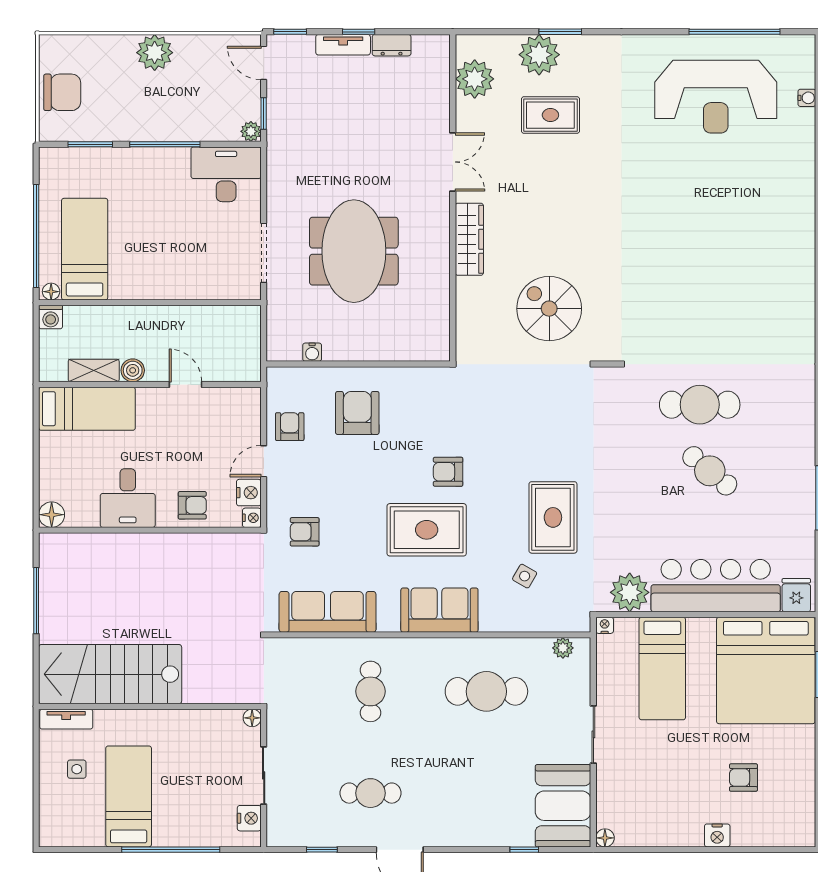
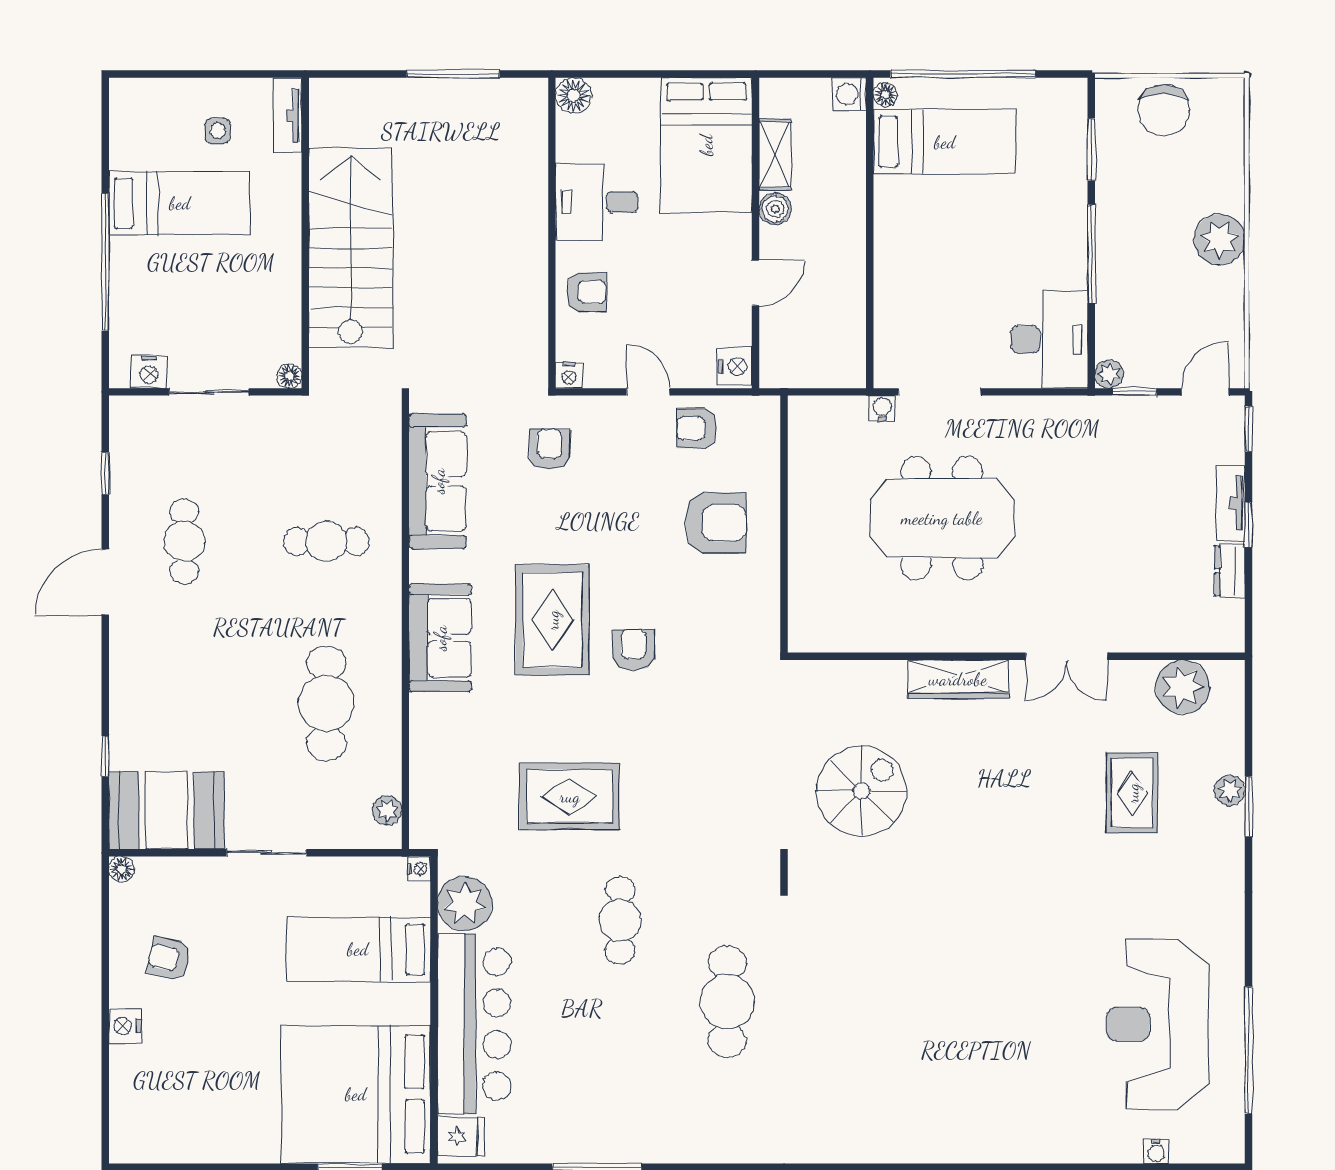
plant: (539, 55) -> (1230, 790), width x0.53, depth x0.53
water cooler: (312, 352) -> (882, 408), moved, turned 90
bed: (87, 409) -> (706, 145), width x1.50
armchair: (290, 427) -> (697, 428), turned 180
cafe table: (710, 471) -> (620, 920), moved, turned -40
nightstand: (249, 493) -> (735, 366), moved, turned -90
armchair: (192, 505) -> (586, 292), turned -90
side table: (525, 576) -> (488, 757), removed
stairs: (110, 674) -> (350, 248), moved
armchair: (743, 778) -> (169, 959), moved, turned -78

